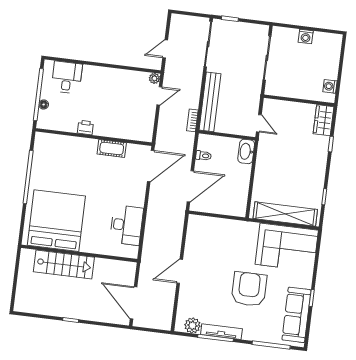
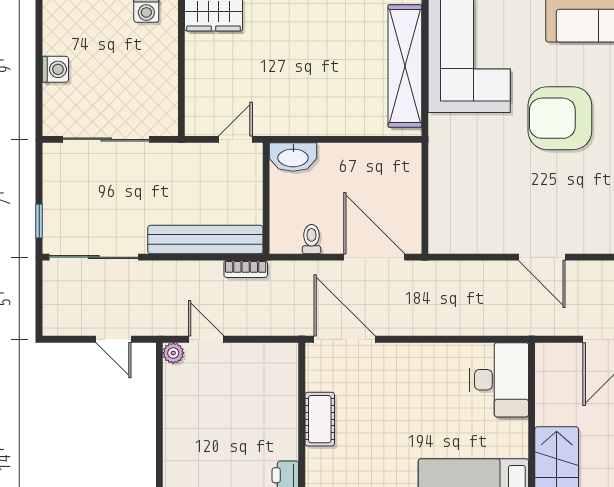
desk: (126, 225) -> (499, 380), moved, turned 90

